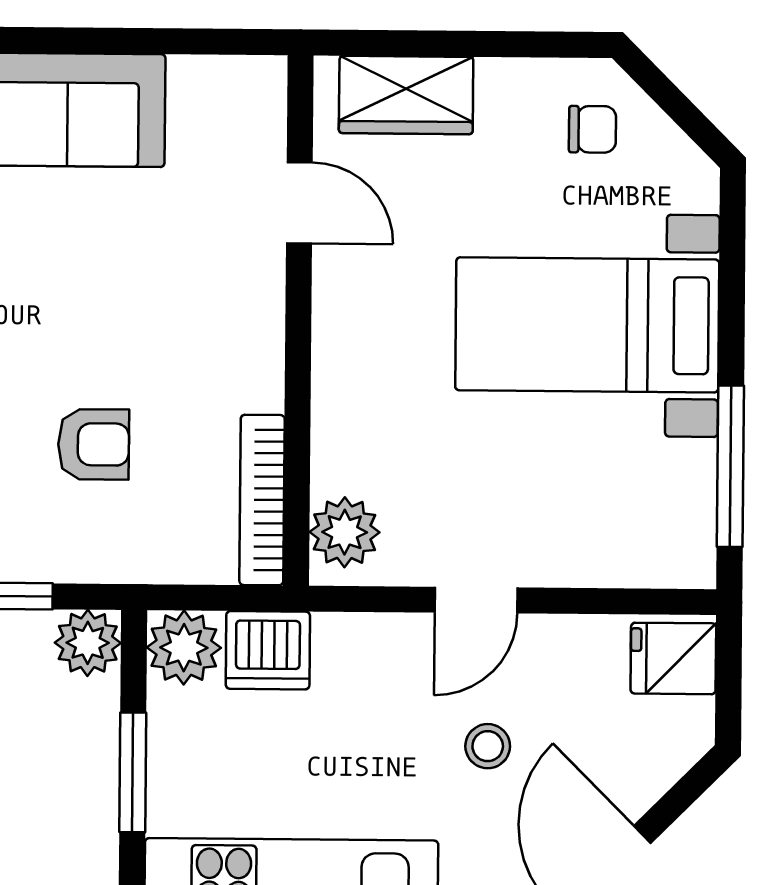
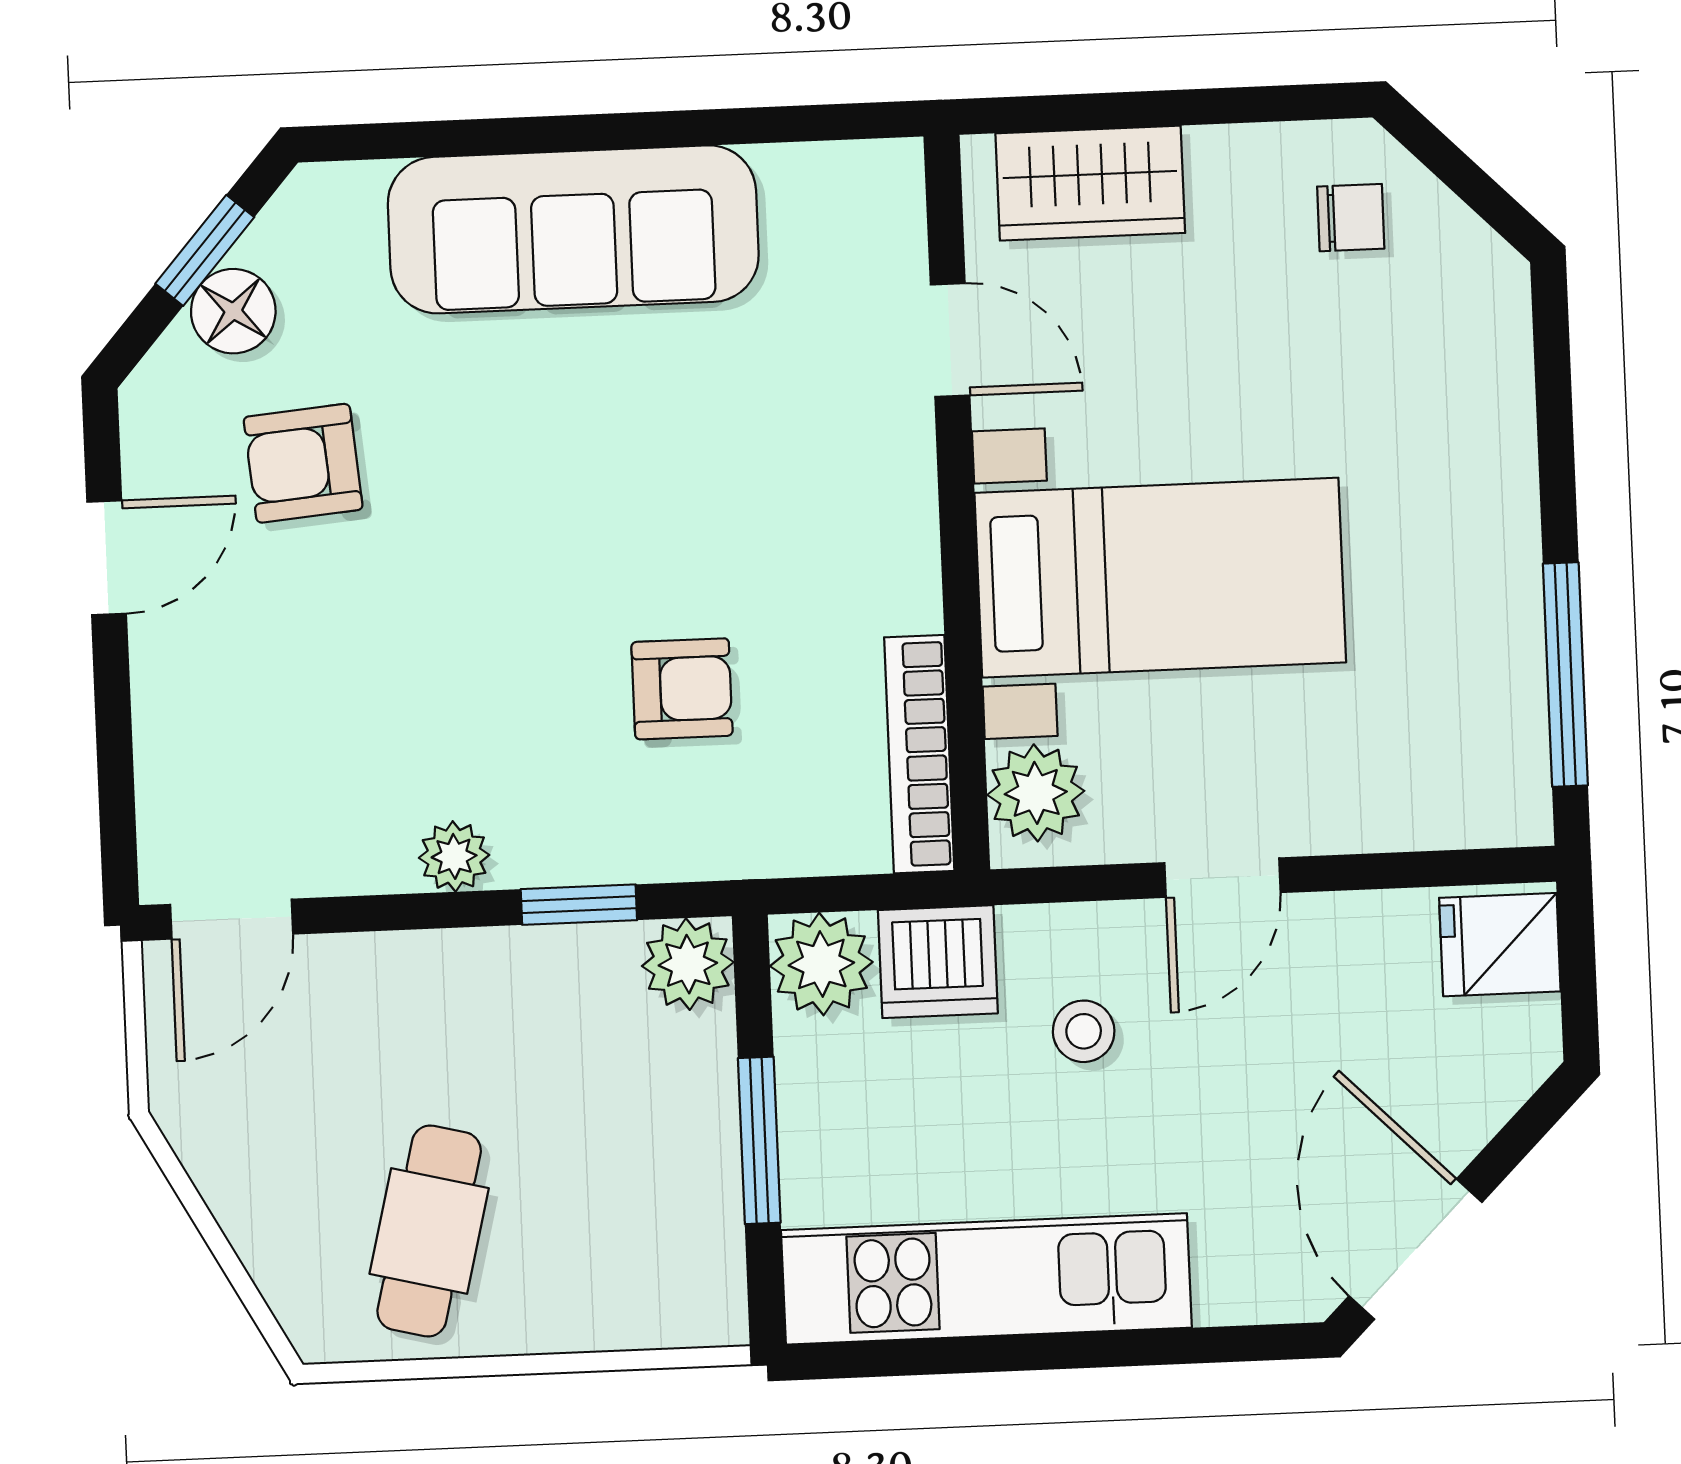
bed with nightstands: (587, 325) -> (1160, 578), moved, turned 180
stool: (488, 746) -> (1084, 1031), moved

